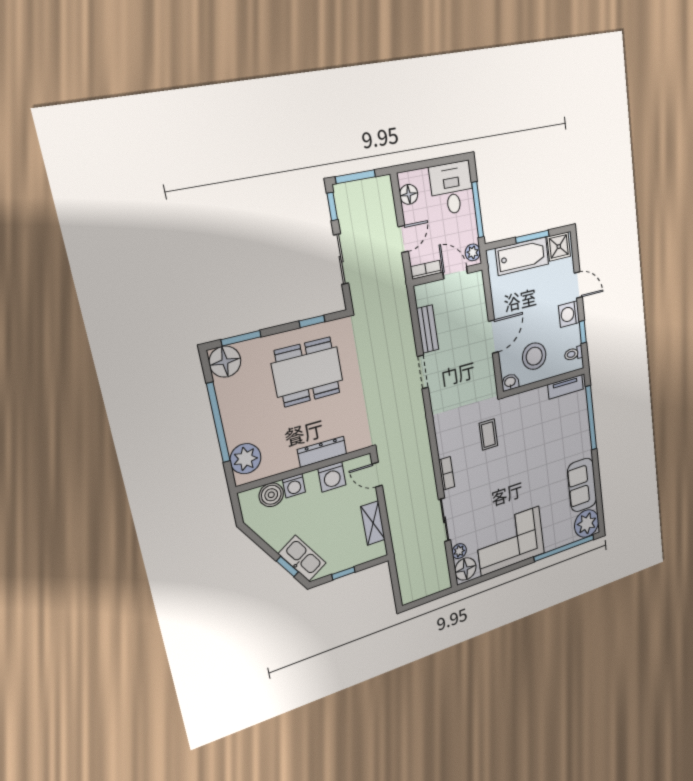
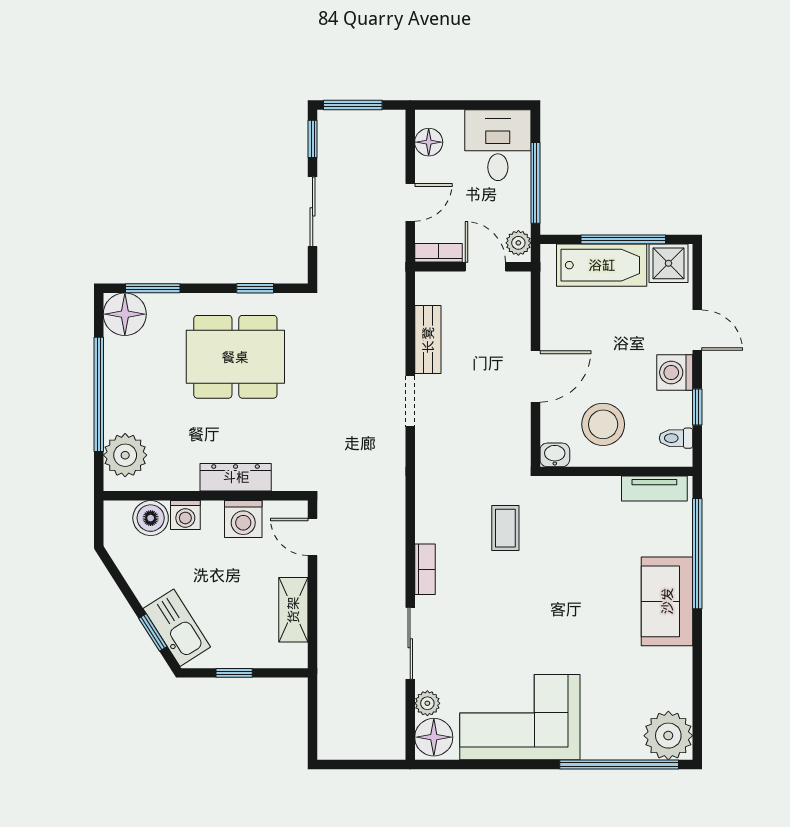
window: (532, 237) -> (623, 239), width x1.44
sofa: (582, 485) -> (667, 601), moved

